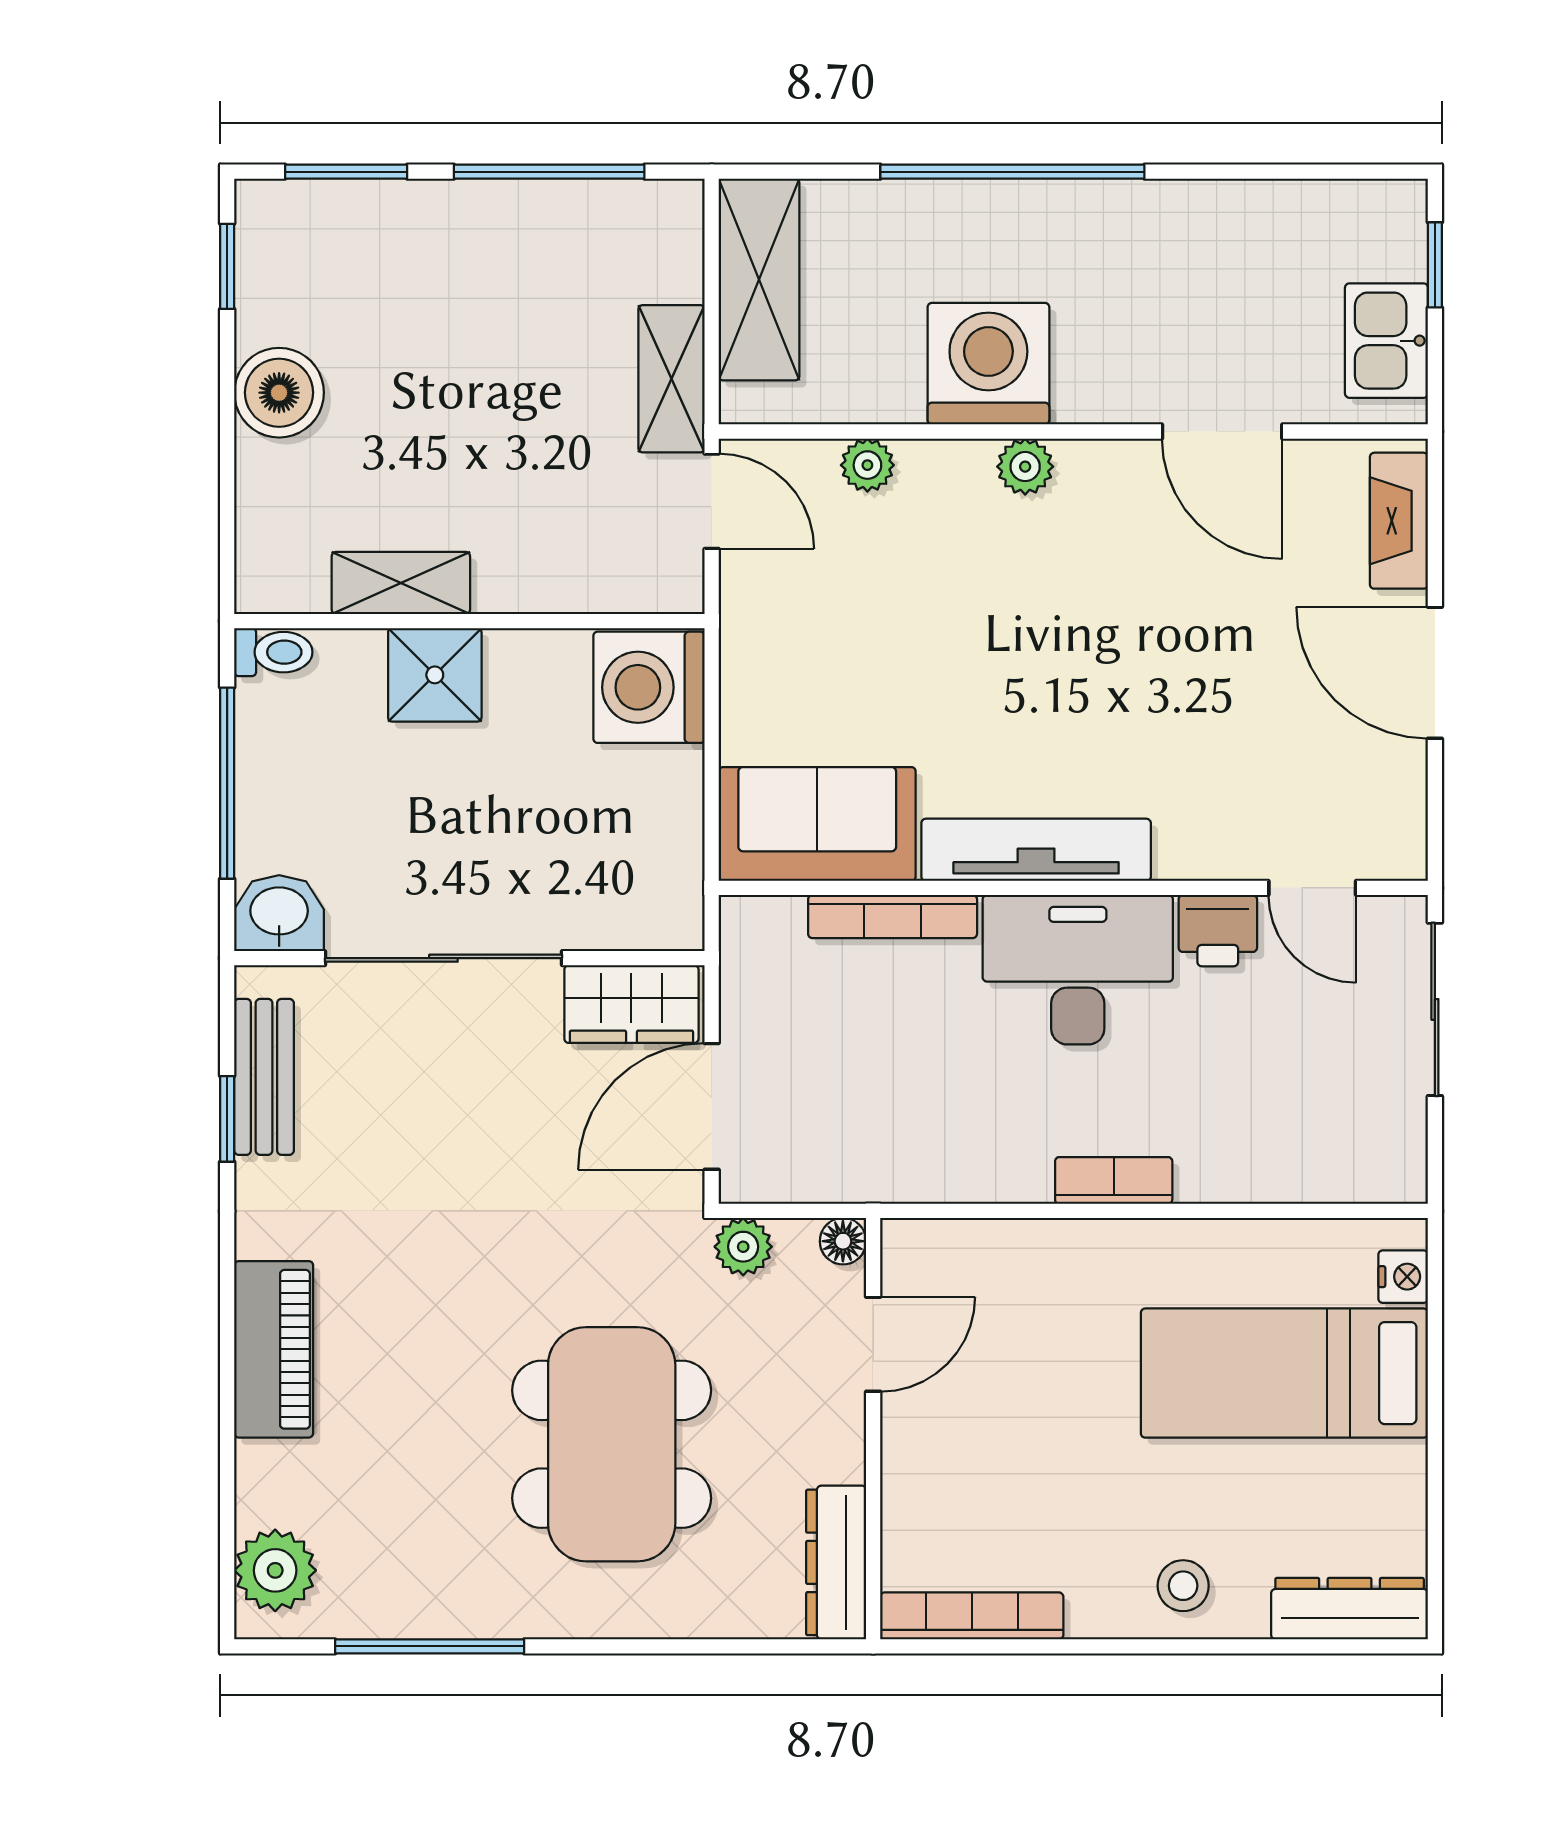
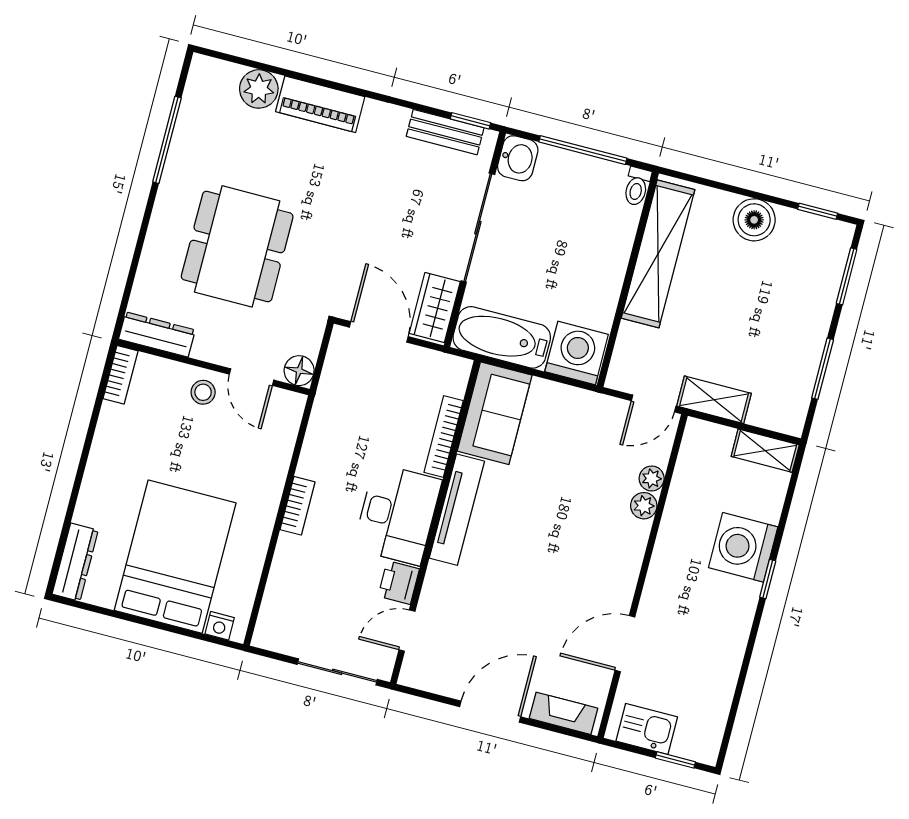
window: (549, 172) -> (823, 369), width x0.69
window: (1012, 172) -> (768, 579), width x0.32
shelving: (759, 280) -> (765, 451), width x0.67, depth x0.75
washing machine: (988, 364) -> (743, 547), moved, turned 180
plant: (1025, 467) -> (644, 506), moved
shelving: (401, 583) -> (658, 254), width x2.20, depth x1.33
shower: (435, 675) -> (608, 257), removed
bathtub: (657, 850) -> (502, 337), added
window: (227, 1119) -> (470, 121), moved
floor lamp: (843, 1241) -> (299, 371), width x1.37, depth x1.37
plant: (743, 1247) -> (311, 330), removed
bed: (1284, 1373) -> (175, 557), width x1.50
dining table: (612, 1444) -> (237, 246), turned 90
plant: (275, 1570) -> (259, 89), moved
stool: (1183, 1586) -> (203, 392), moved
bookcase: (972, 1616) -> (120, 375), width x0.64

